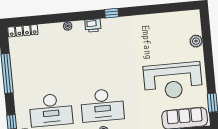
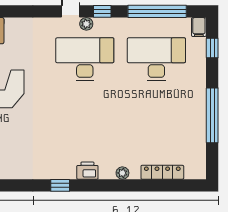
locker: (23, 31) -> (162, 172), moved

